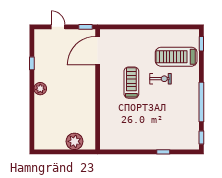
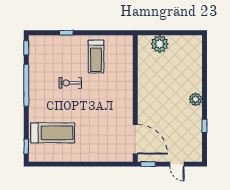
door: (98, 51) -> (135, 139), hinge flipped
exercise bike: (160, 79) -> (70, 83), moved
treadmill: (131, 83) -> (96, 57), moved

